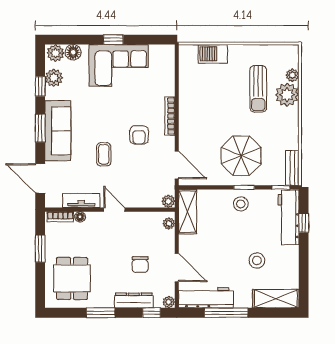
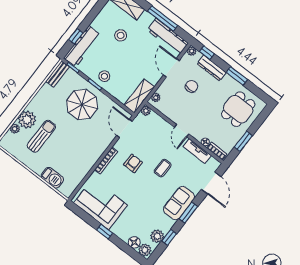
corner sofa: (119, 66) -> (101, 204), moved
sofa: (58, 131) -> (179, 203), width x0.73

